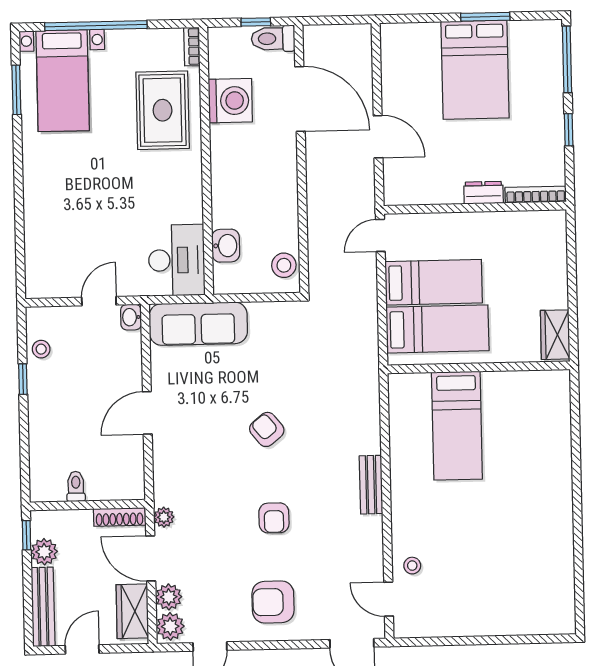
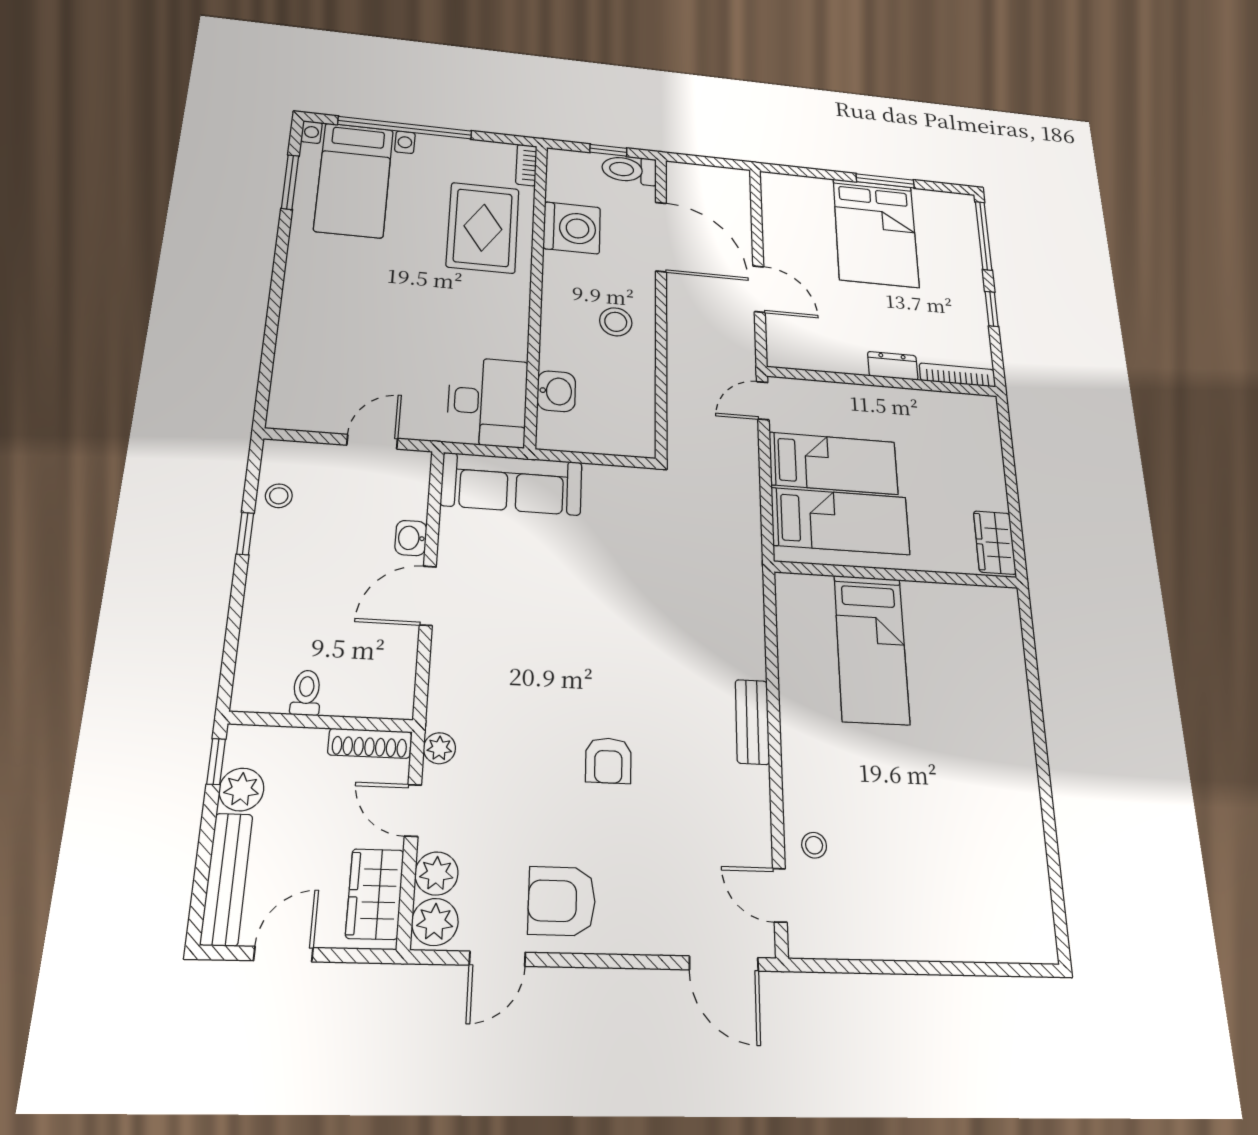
stool: (284, 265) -> (616, 322), moved
washbasin: (131, 317) -> (411, 538), moved
armchair: (267, 429) -> (603, 633), removed
door: (151, 558) -> (413, 810), width x0.73
armchair: (273, 602) -> (562, 901), moved

